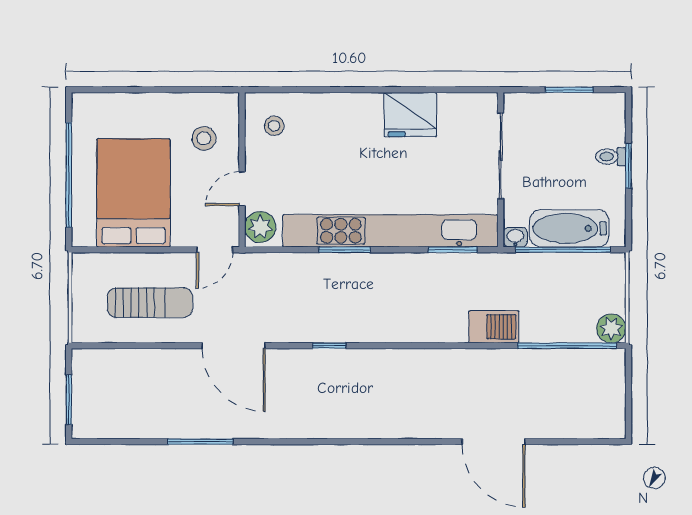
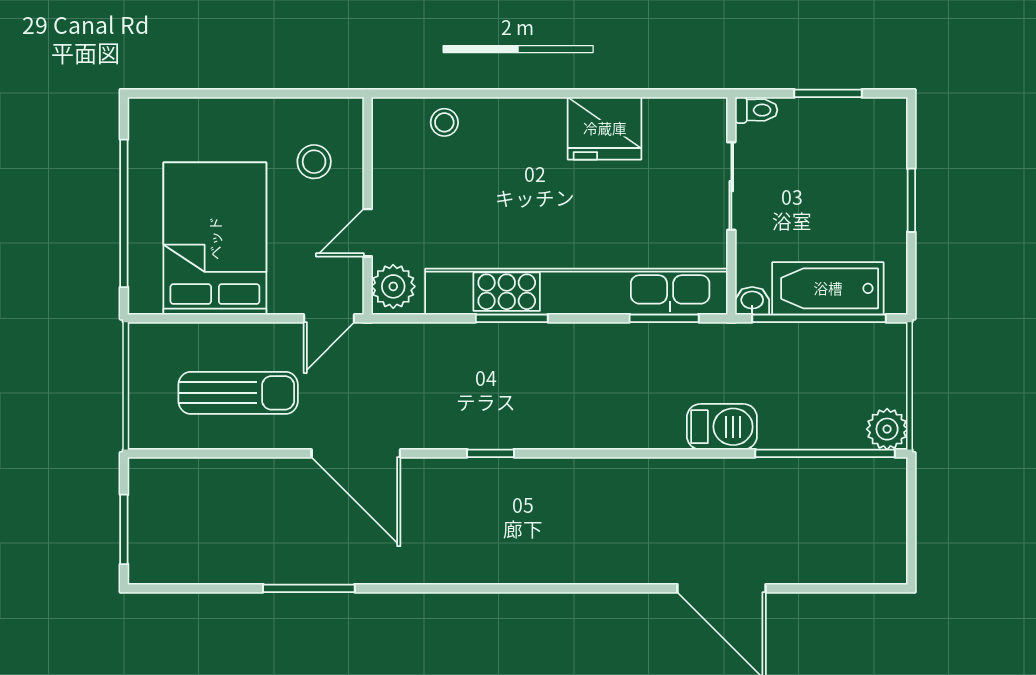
stool: (274, 126) -> (444, 122), moved
sliding door: (501, 156) -> (731, 186), width x0.73
toilet: (611, 157) -> (756, 110), moved, turned 180

